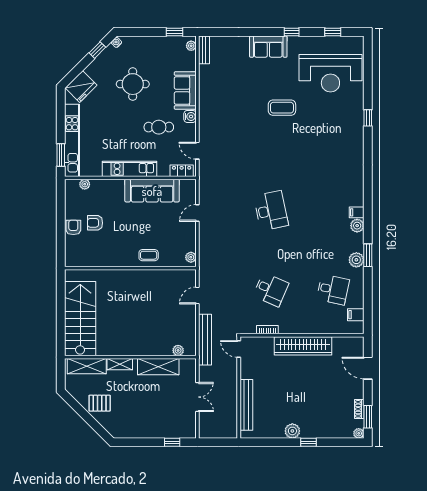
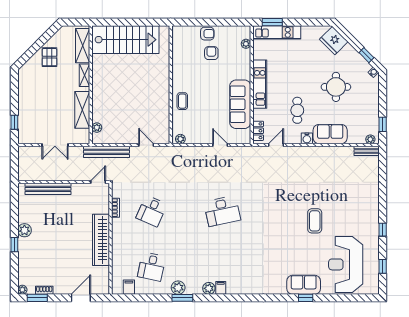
sofa: (268, 47) -> (304, 285), moved, turned 90
kitchen unit: (72, 140) -> (277, 32), width x0.73

